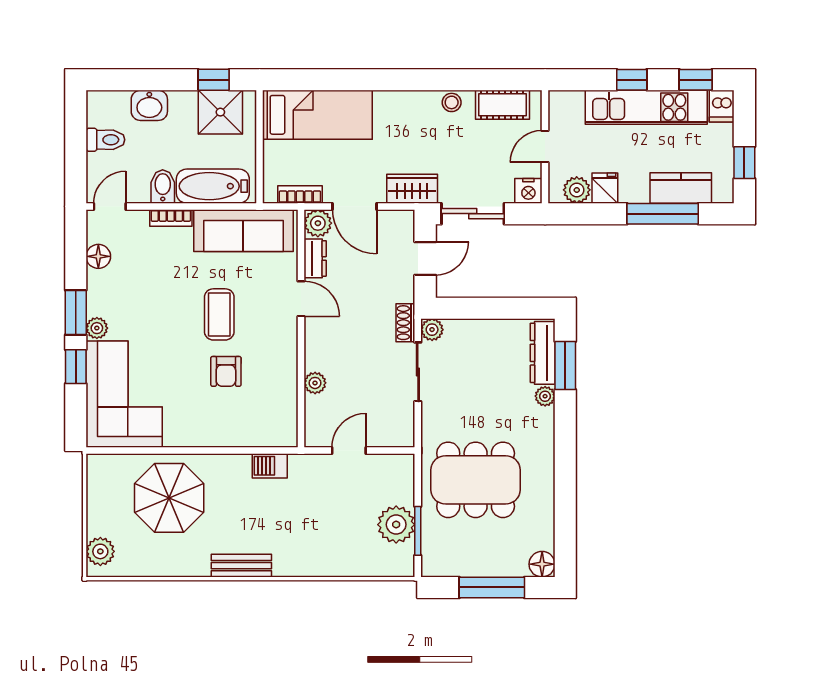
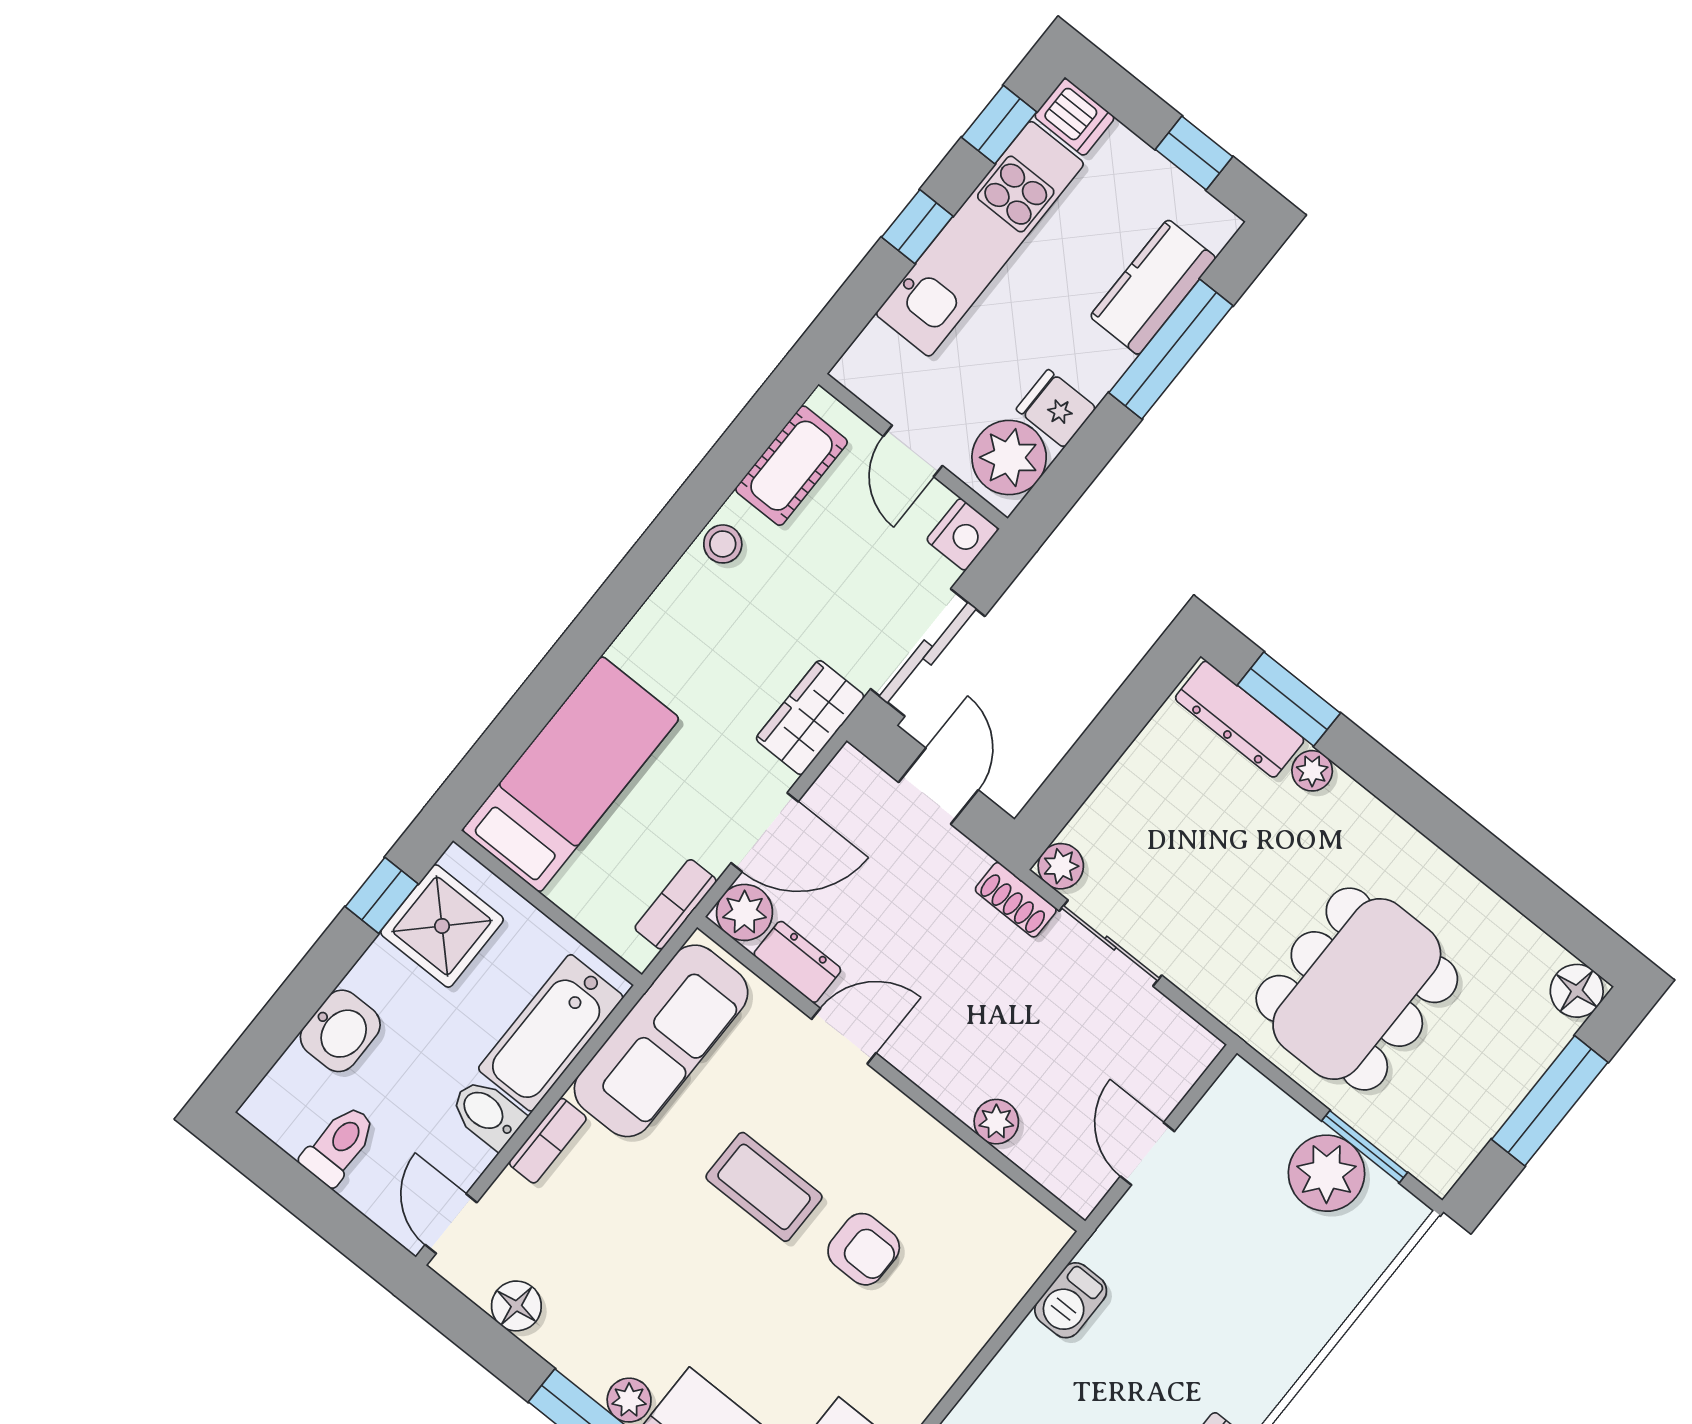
plant: (577, 190) -> (1009, 458), width x1.36, depth x1.36

